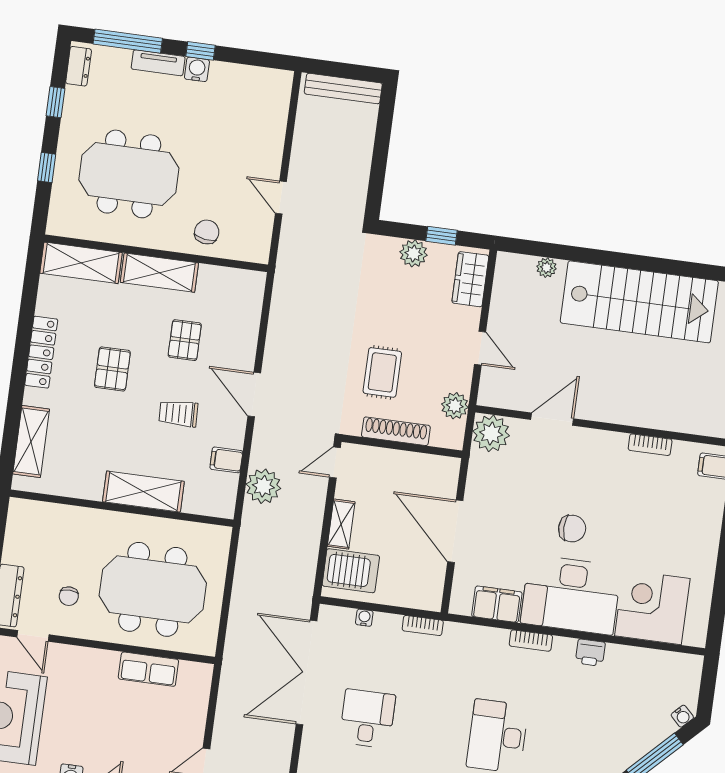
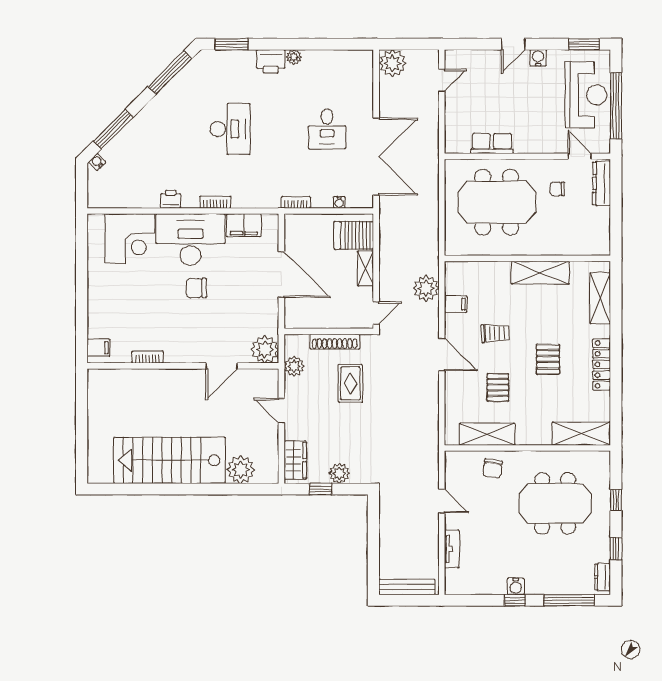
tv unit: (158, 63) -> (452, 549), moved, turned 90
plant: (547, 268) -> (241, 470), width x1.87, depth x1.87
shelving: (159, 273) -> (487, 434), moved
shelving: (143, 492) -> (540, 273), moved
chair: (69, 596) -> (557, 189), turned -91

